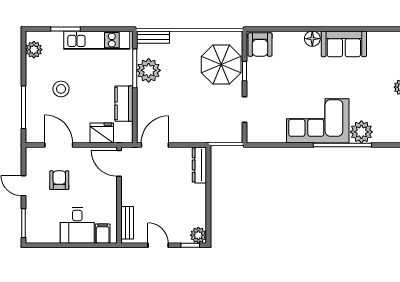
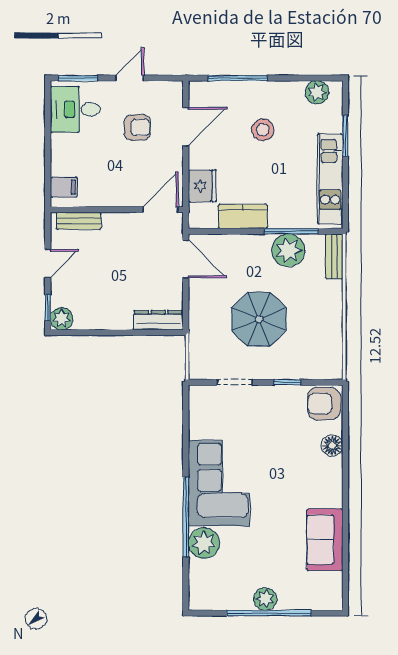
floor lamp: (312, 39) -> (332, 446), moved
sofa: (344, 44) -> (325, 540), moved
parasol: (221, 65) -> (259, 319), moved
desk: (77, 225) -> (75, 109), moved

